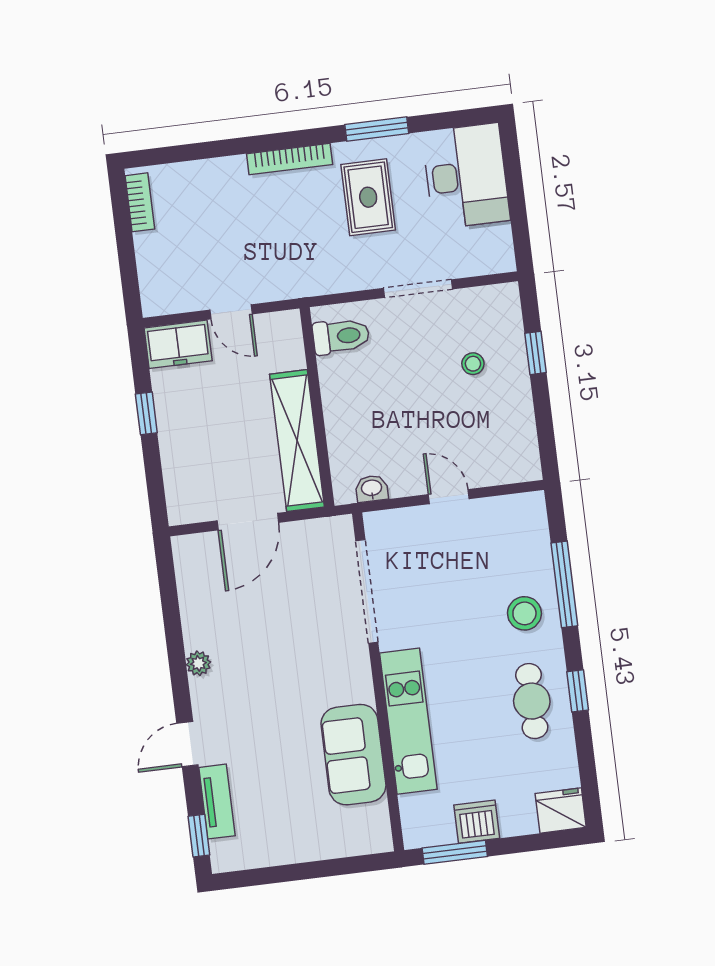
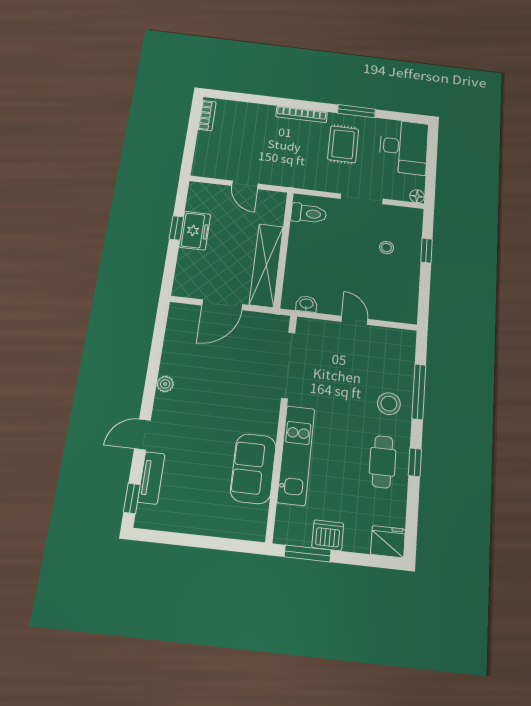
floor lamp: (504, 261) -> (417, 196), added
freezer: (178, 344) -> (195, 231), moved, turned -90

